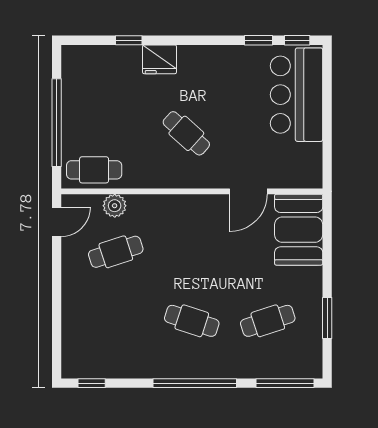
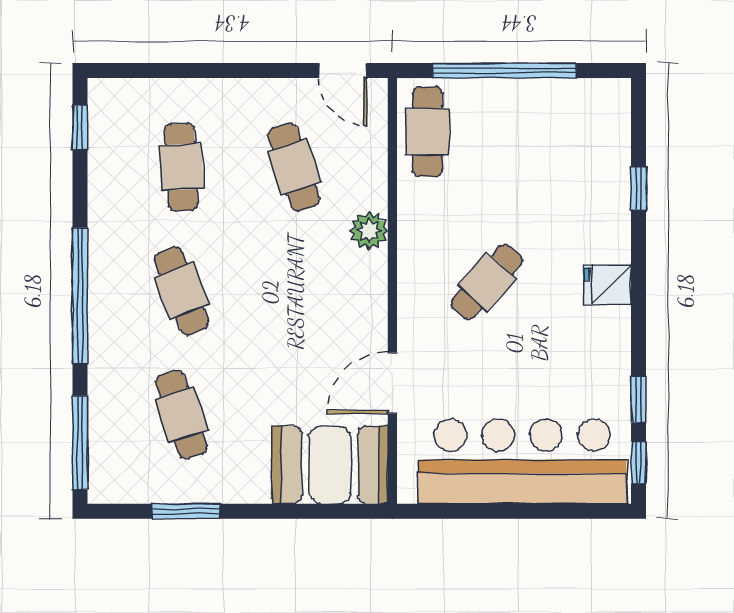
fridge: (159, 59) -> (607, 284), moved, width x0.72
bar counter: (296, 95) -> (522, 461), width x1.36
door: (248, 191) -> (392, 383), hinge flipped
plant: (115, 206) -> (369, 231), moved
cafe table: (116, 321) -> (181, 167), added
cafe table: (192, 321) -> (181, 291), turned -39

